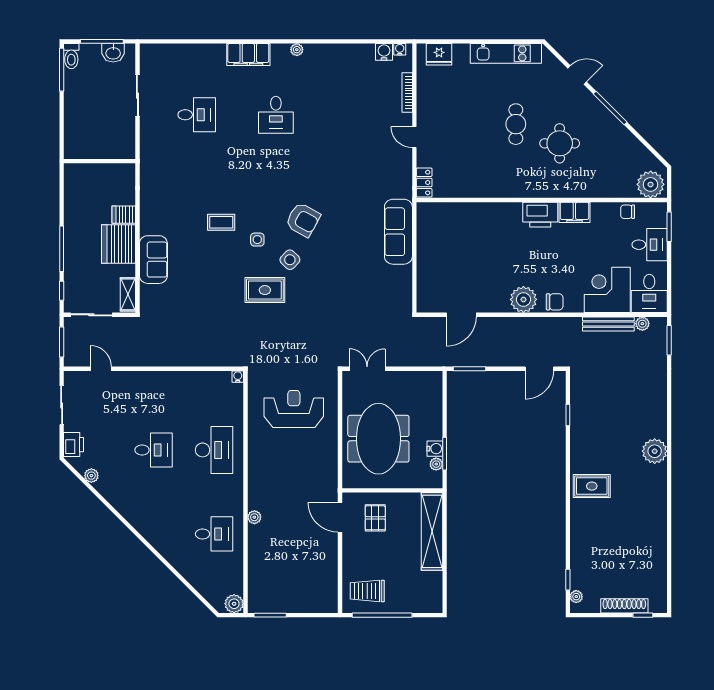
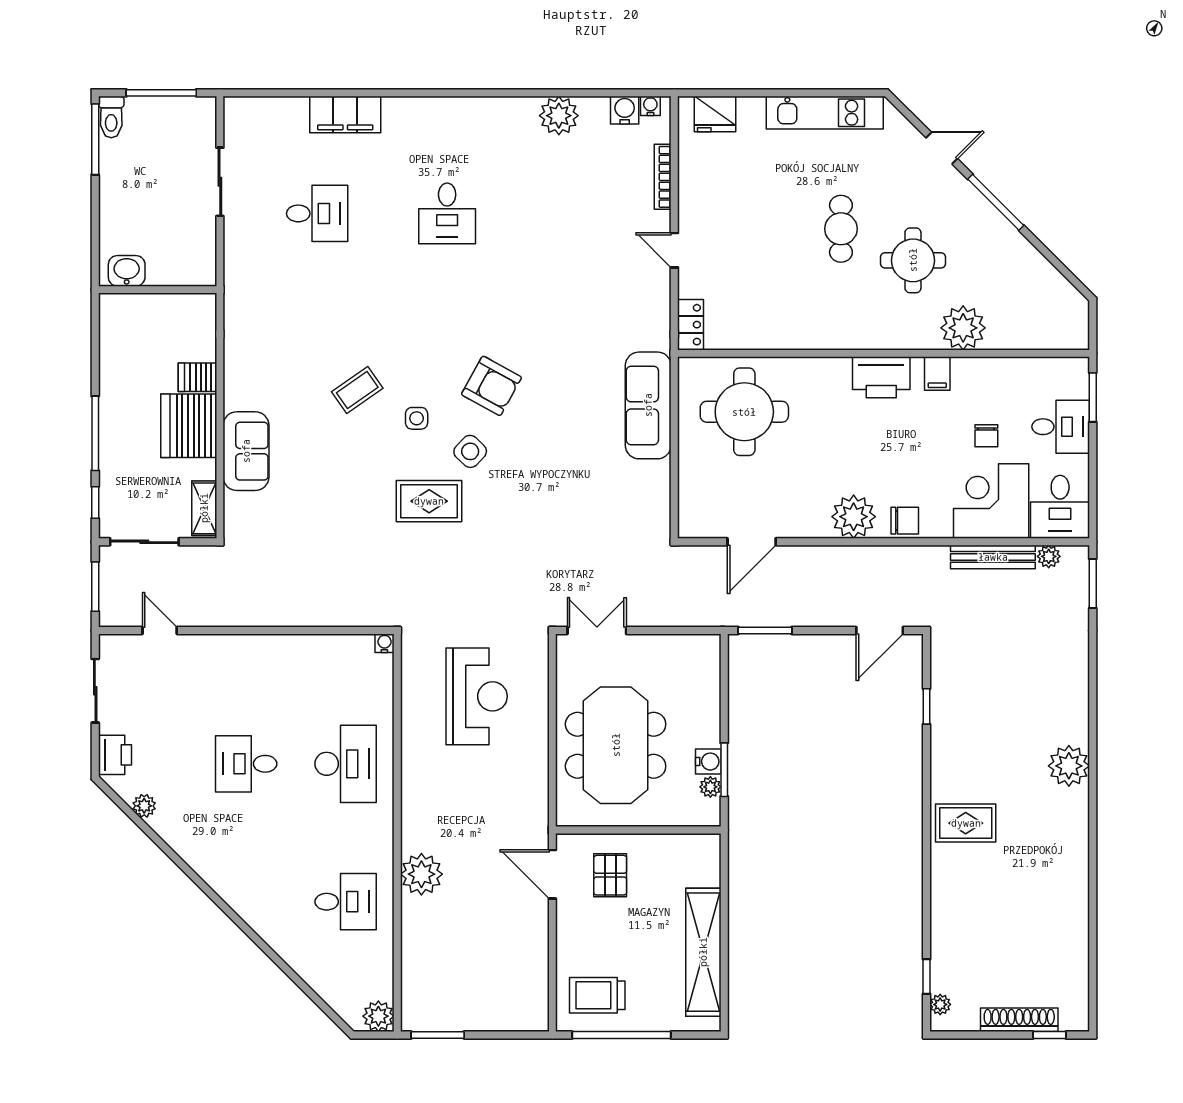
plant: (297, 50) -> (559, 116), moved, width x1.87, depth x1.87
washbasin: (113, 53) -> (127, 271), moved, turned 180
filing cabinet: (248, 55) -> (345, 115), moved
plant: (651, 184) -> (963, 328), moved
filing cabinet: (574, 212) -> (937, 374), width x0.50
chair: (628, 212) -> (986, 436), moved, turned -90
coffee table: (221, 222) -> (357, 390), turned -35
round table: (457, 236) -> (744, 412), added
reception desk: (294, 409) -> (477, 696), turned 90
desk: (154, 450) -> (246, 764), turned 180
plant: (254, 517) -> (421, 874), width x1.88, depth x1.88
shelving: (432, 531) -> (703, 952), moved

